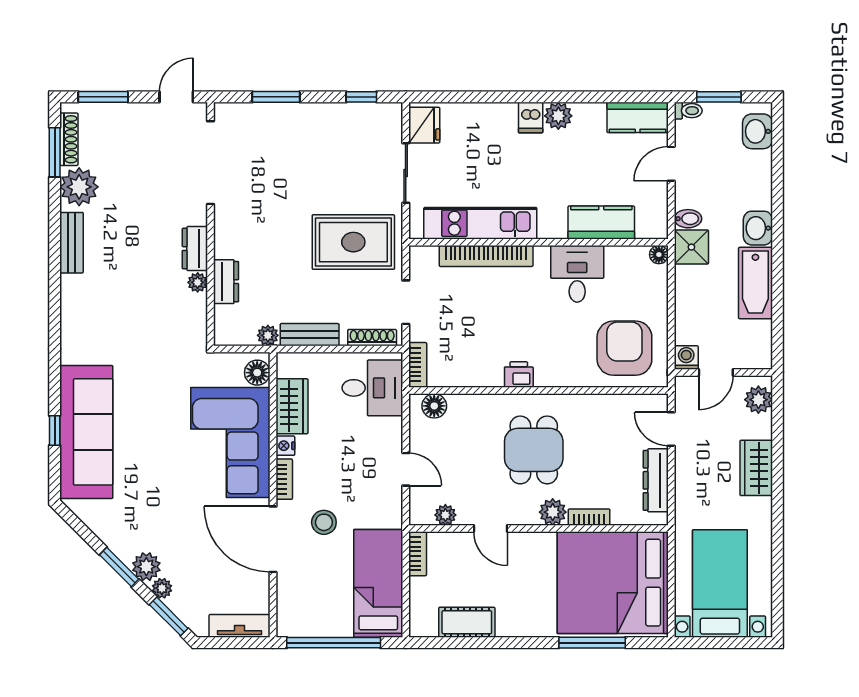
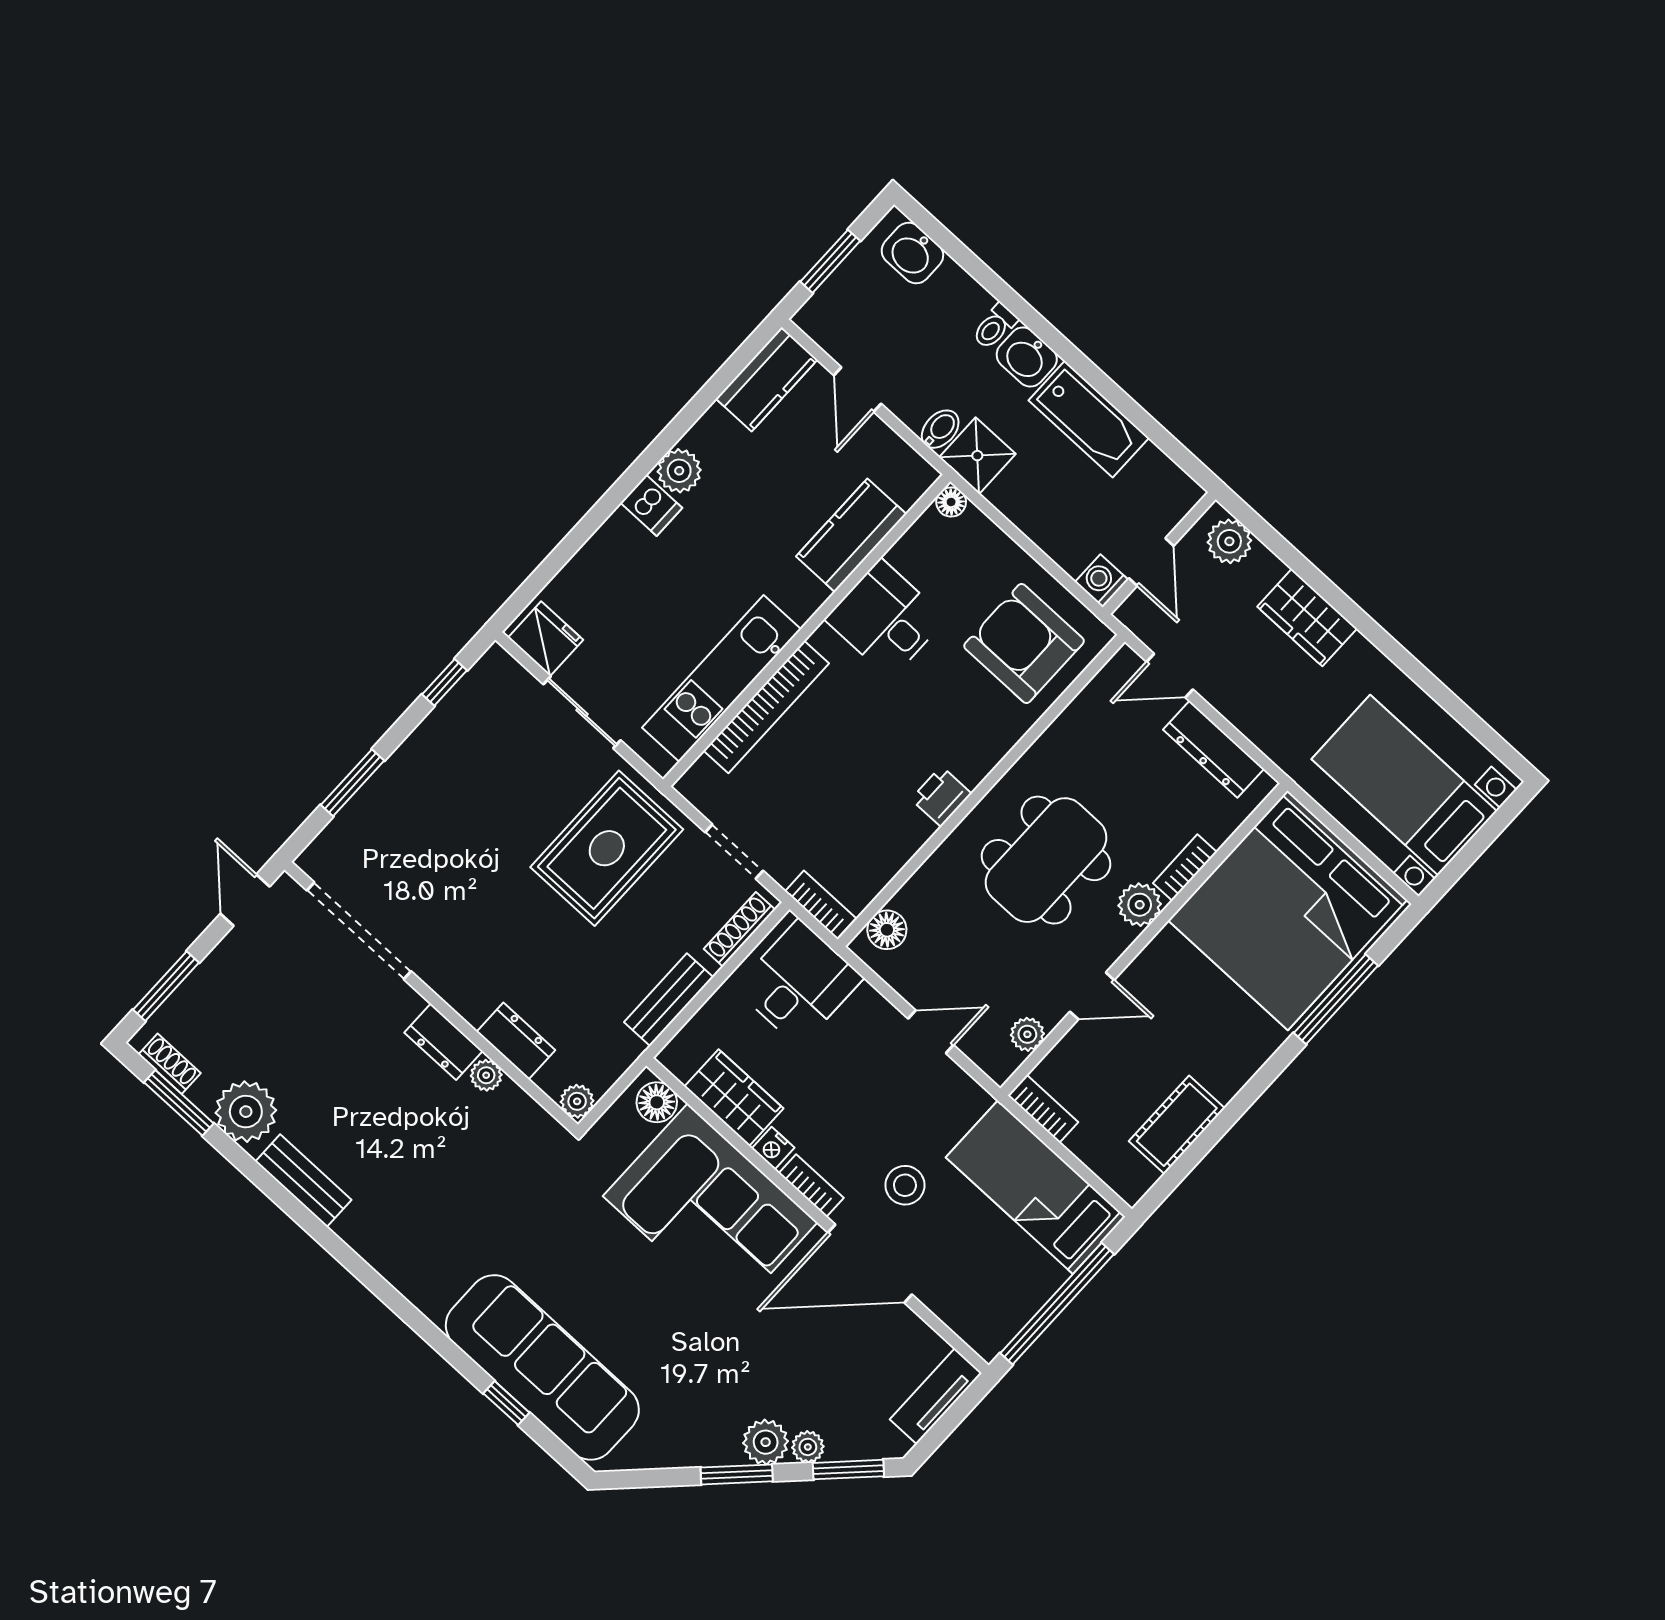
toilet: (688, 111) -> (995, 326), moved, turned 180
shoe rack: (69, 139) -> (170, 1064), width x0.70
plant: (268, 335) -> (577, 1101), moved
dining table: (534, 450) -> (1046, 860), width x1.38

